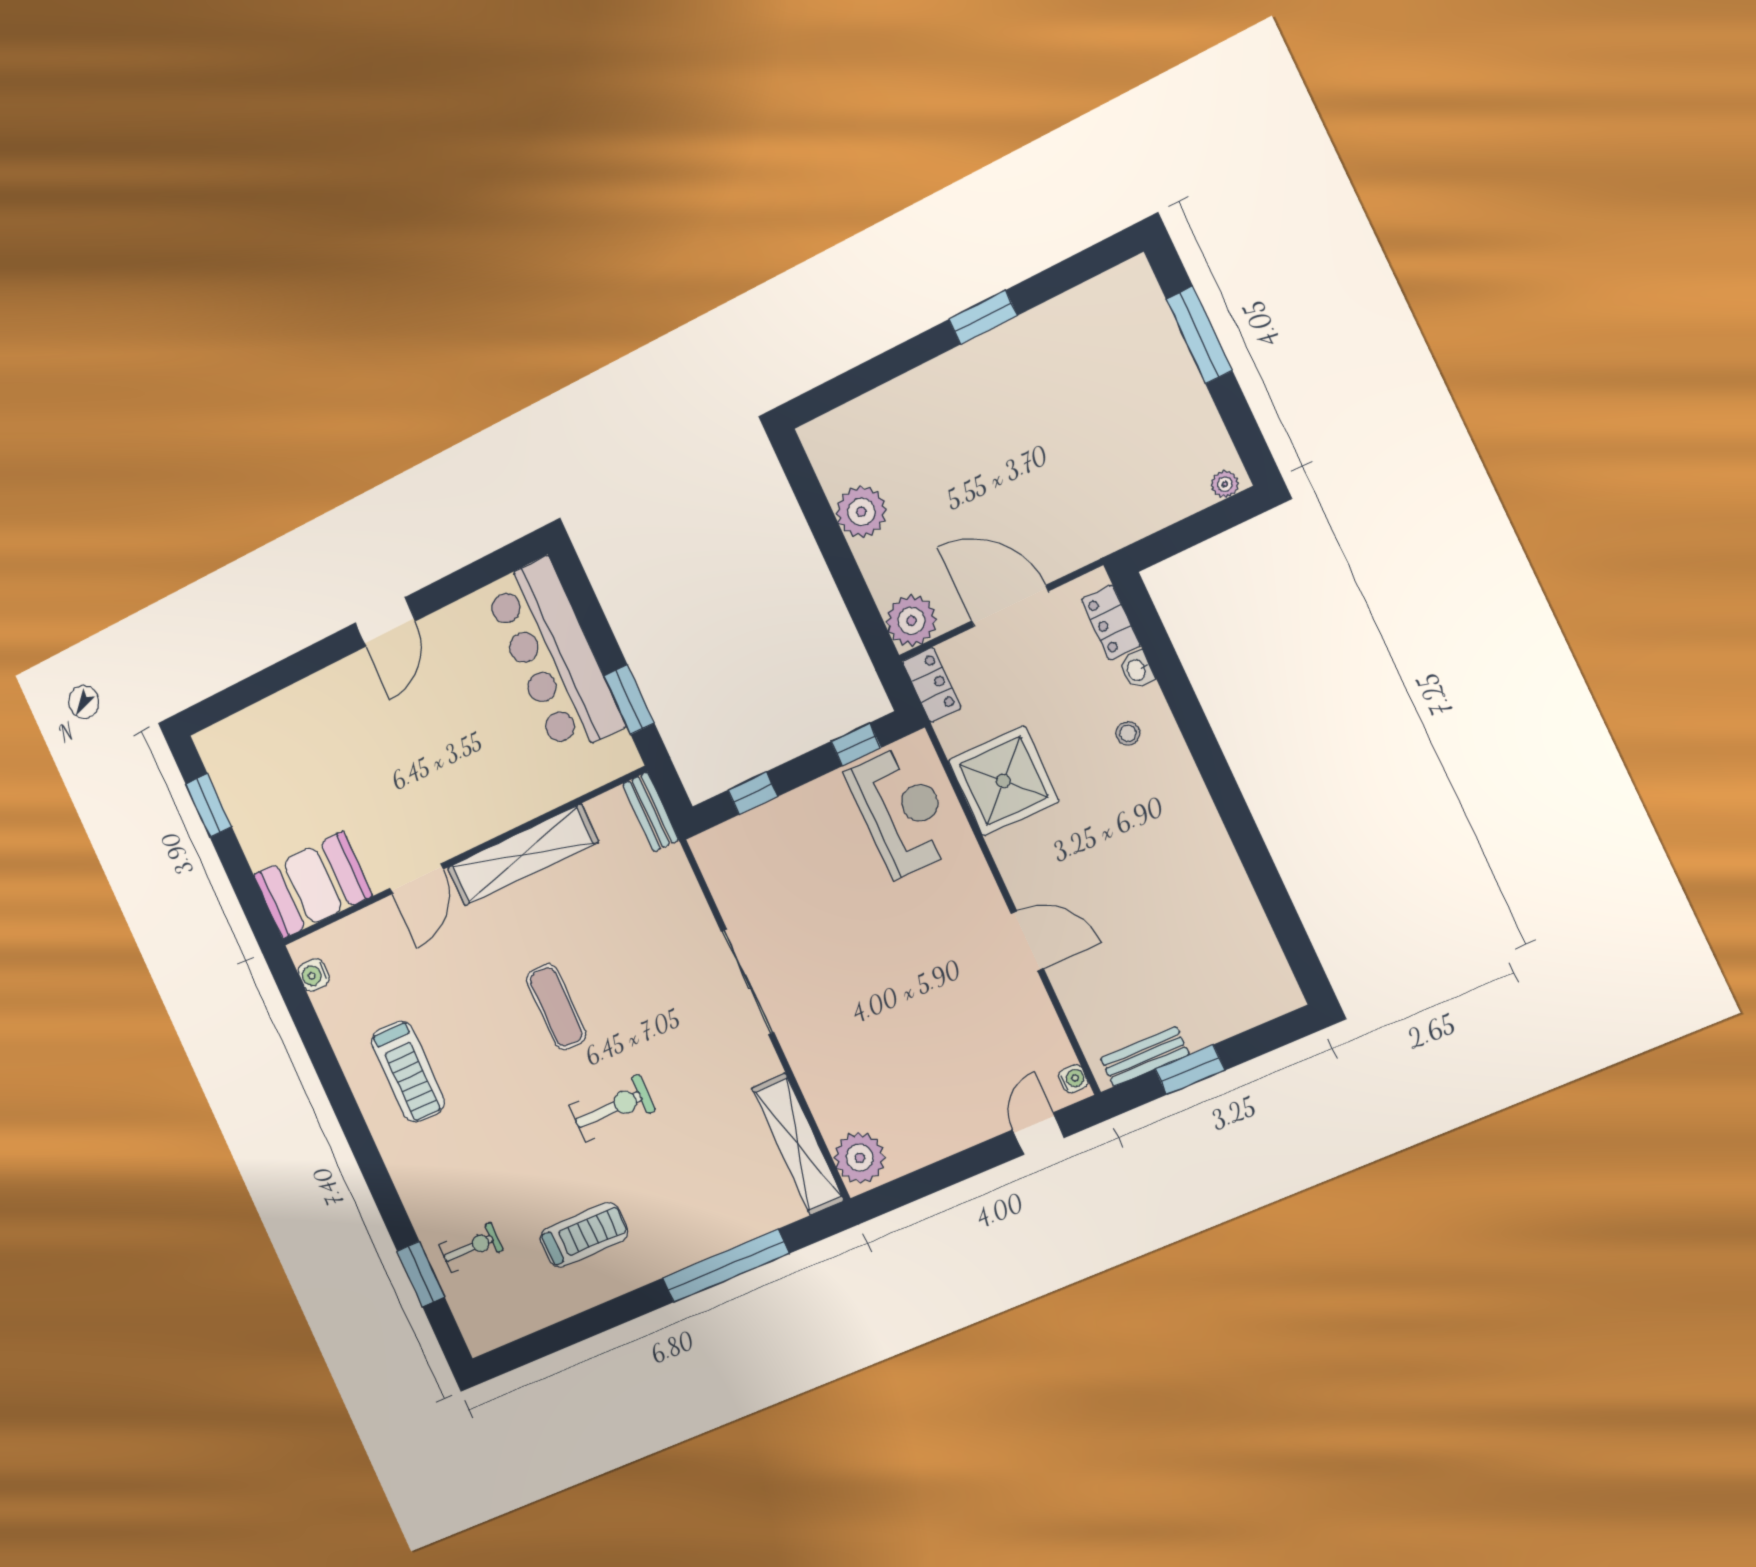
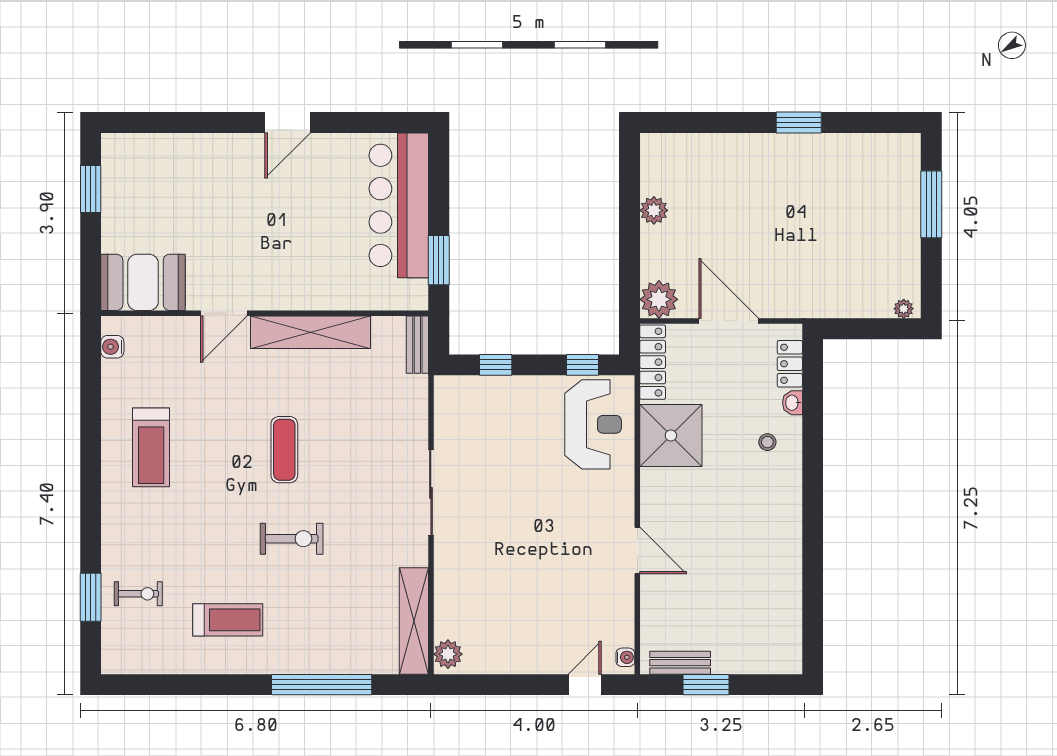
plant: (861, 512) -> (654, 210), width x0.73, depth x0.73
locker: (932, 685) -> (653, 362), width x1.53
plant: (860, 1158) -> (448, 654), width x0.73, depth x0.73

